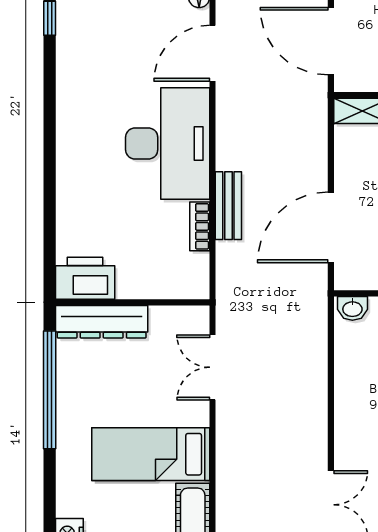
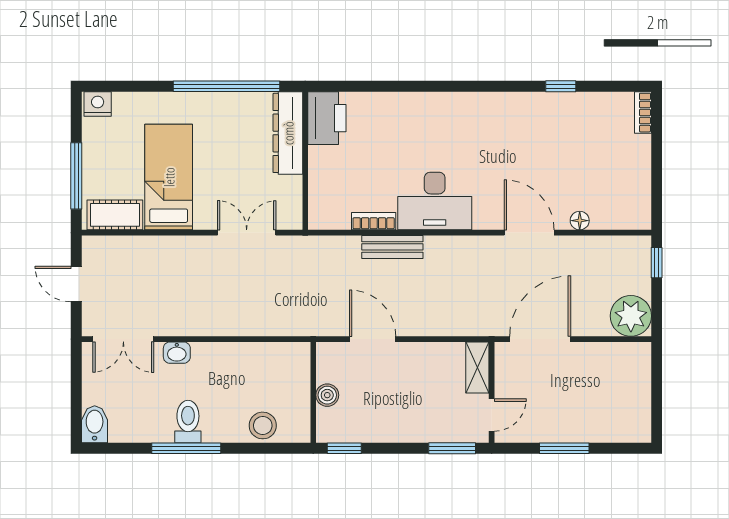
desk: (168, 143) -> (435, 201), width x0.73, depth x0.77
door: (331, 227) -> (373, 339), width x0.73
washbasin: (352, 308) -> (177, 353), moved, turned -90

